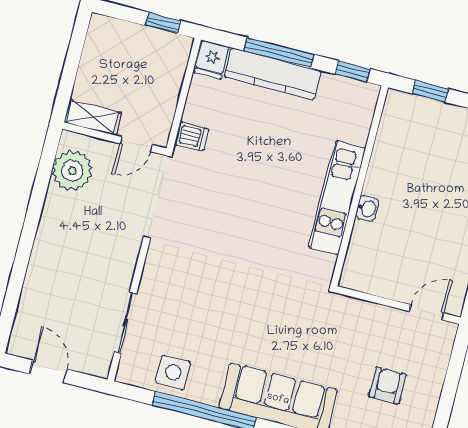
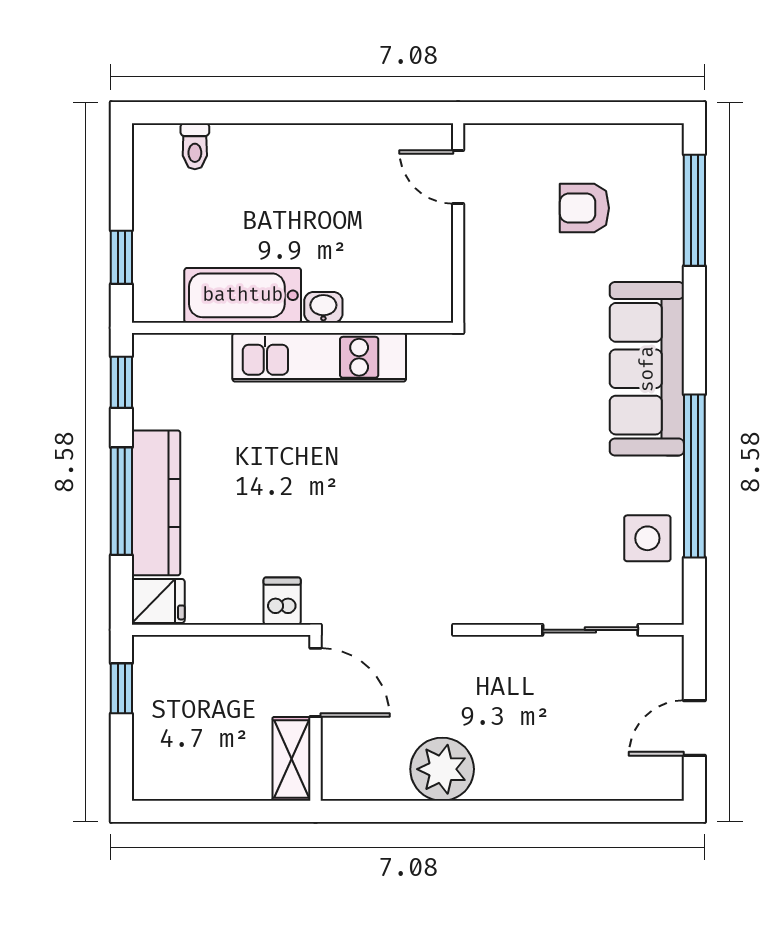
door: (136, 144) -> (316, 682), width x1.38
bathtub: (387, 160) -> (243, 295), added
plant: (72, 171) -> (442, 769), moved

